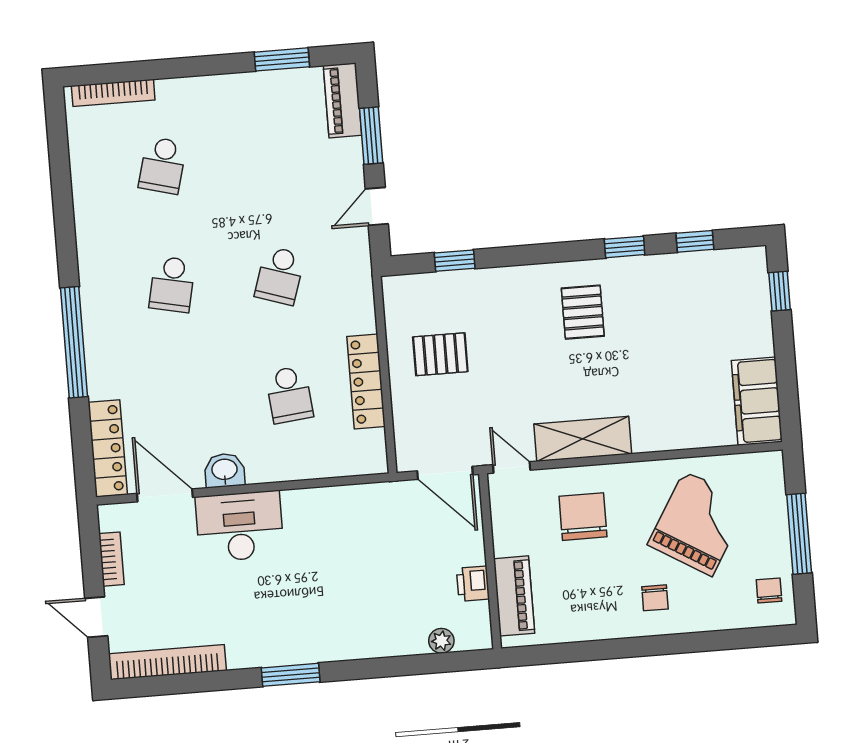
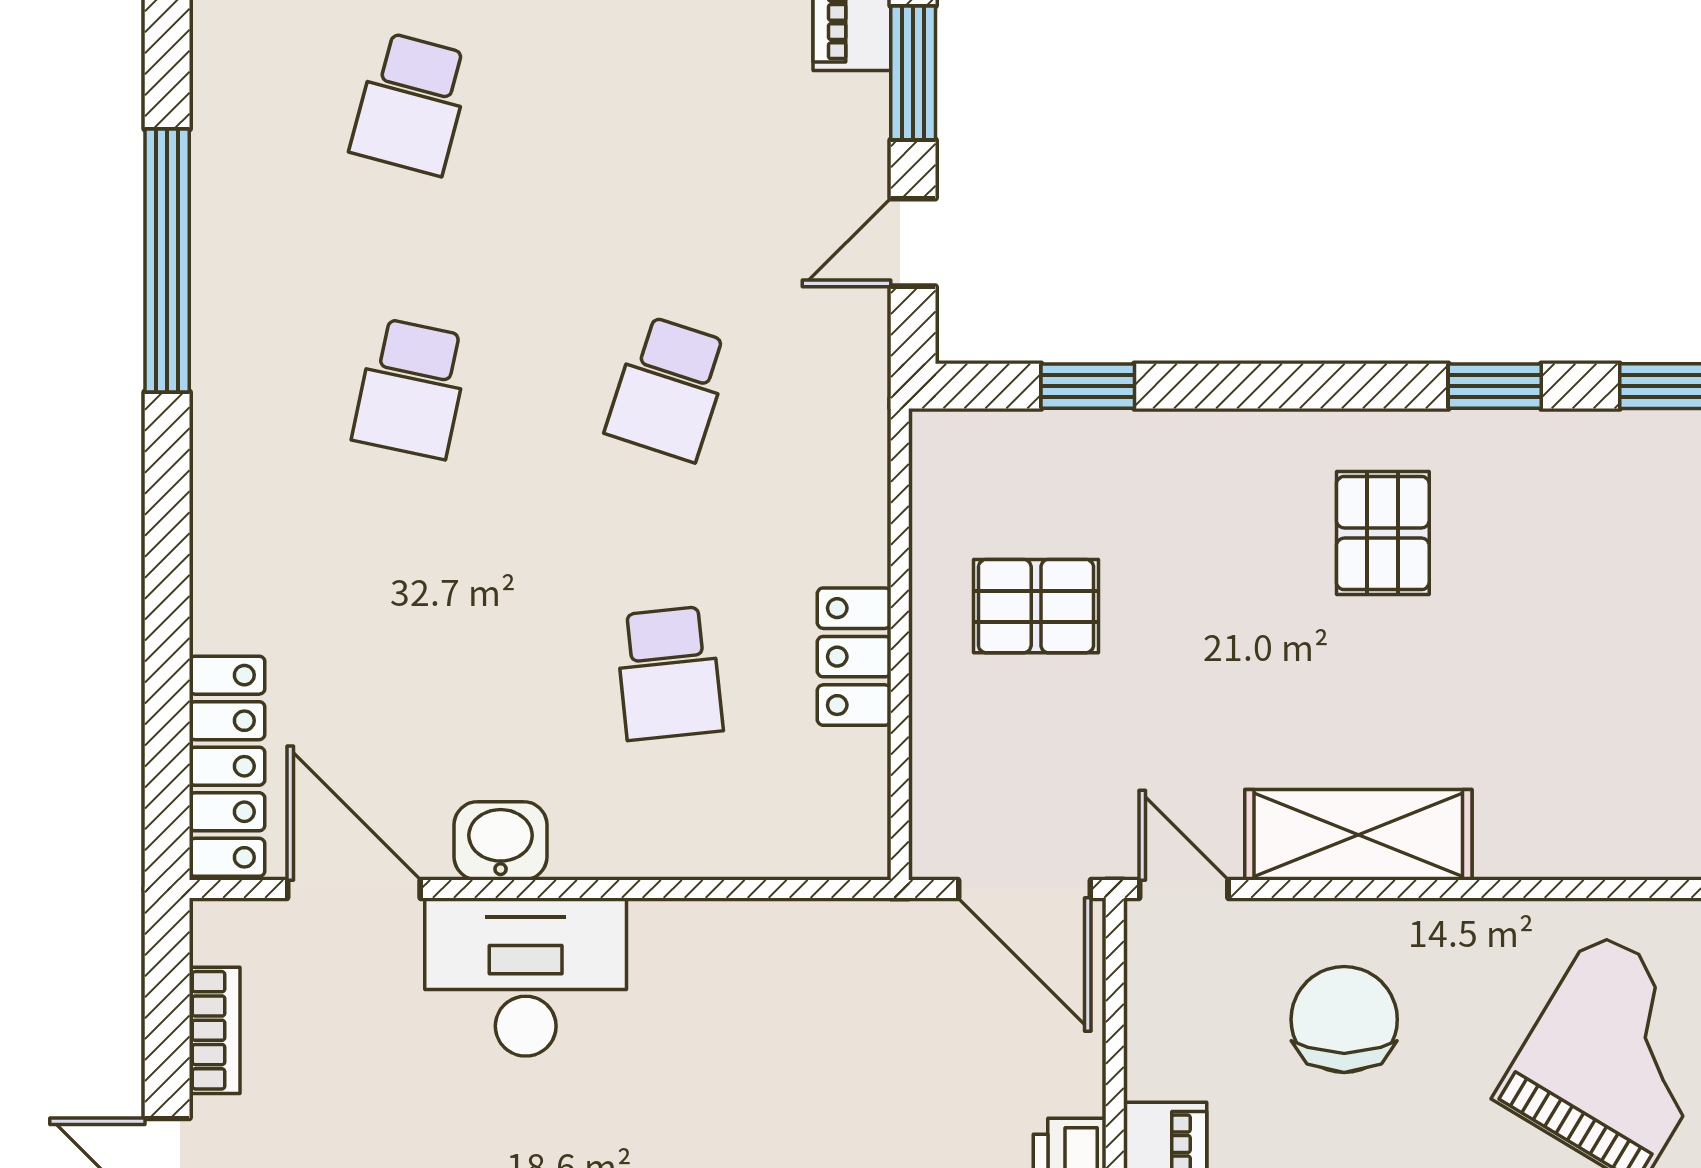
window: (74, 342) -> (167, 261), moved
locker: (366, 381) -> (854, 657), width x0.66

